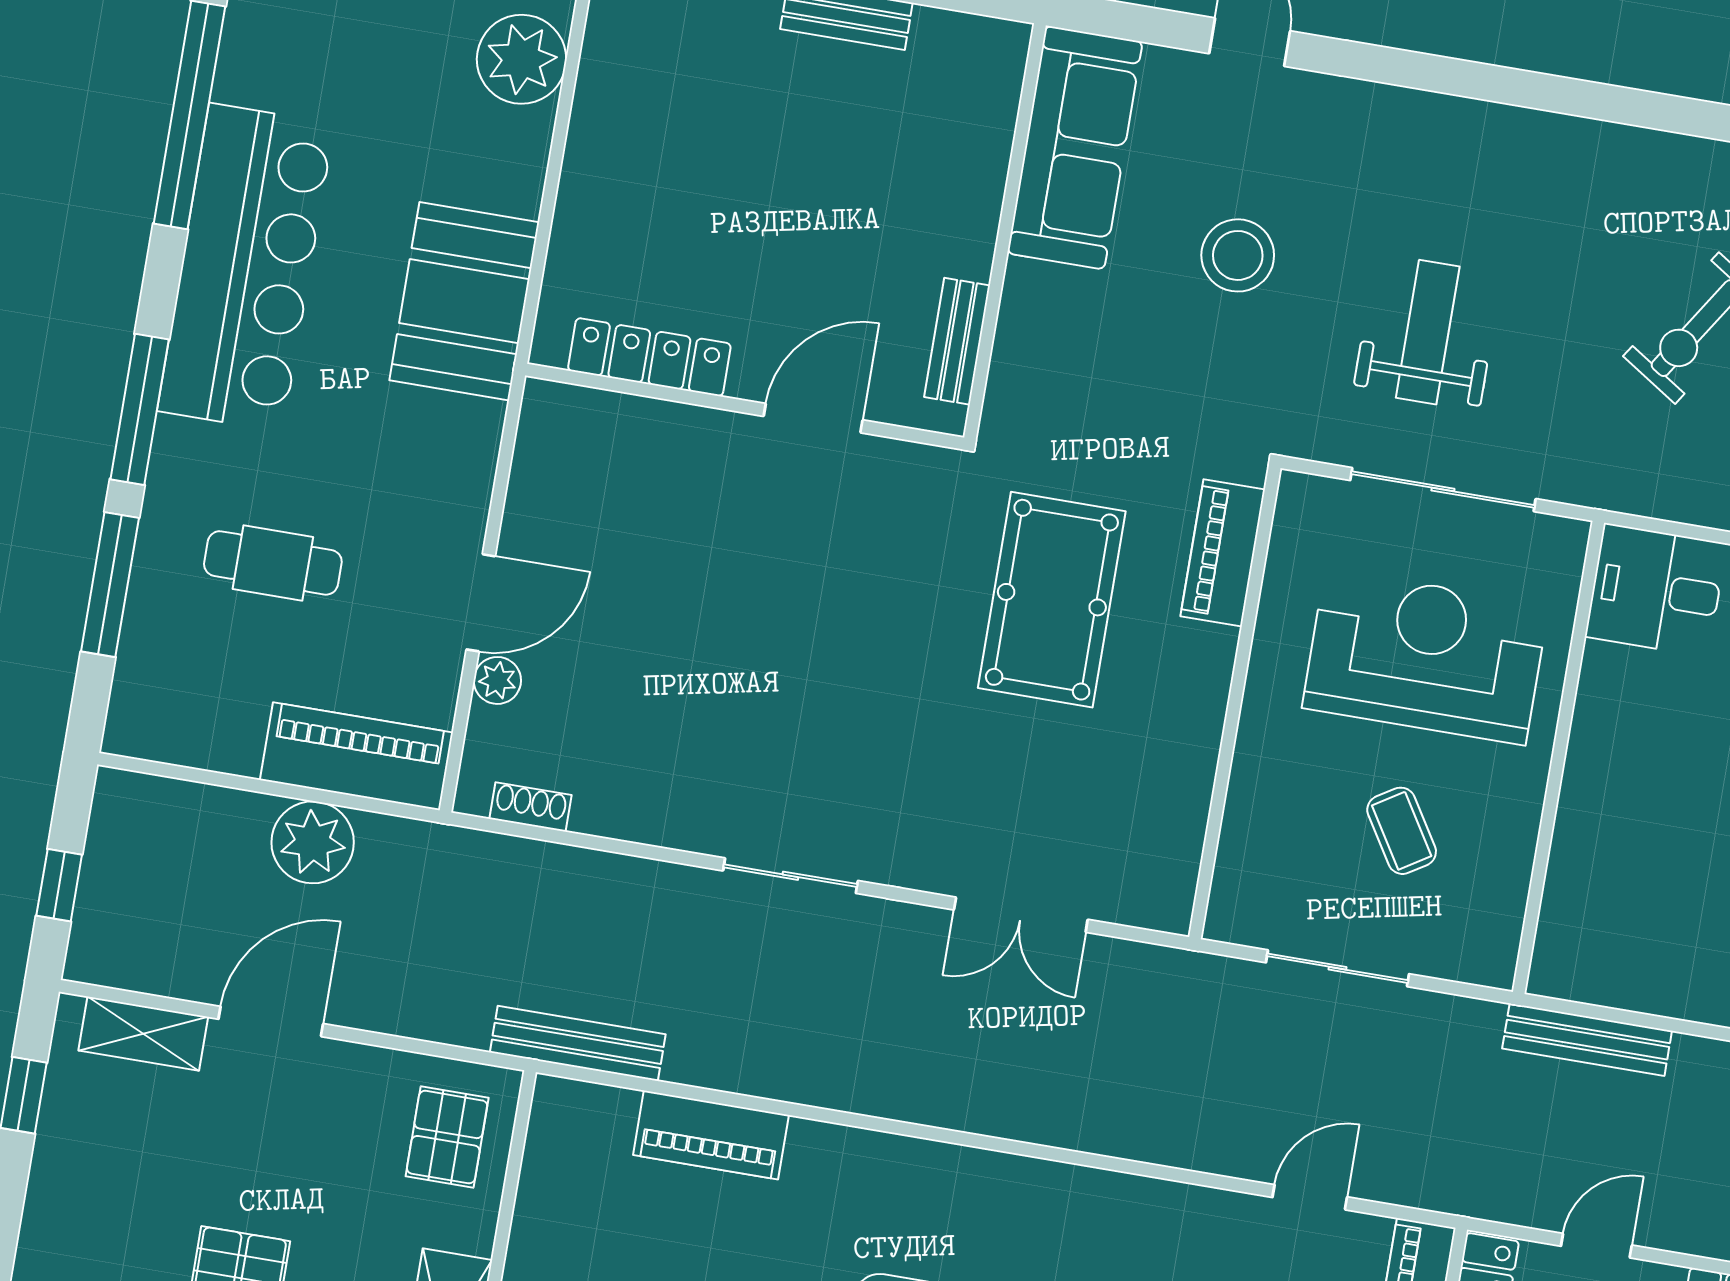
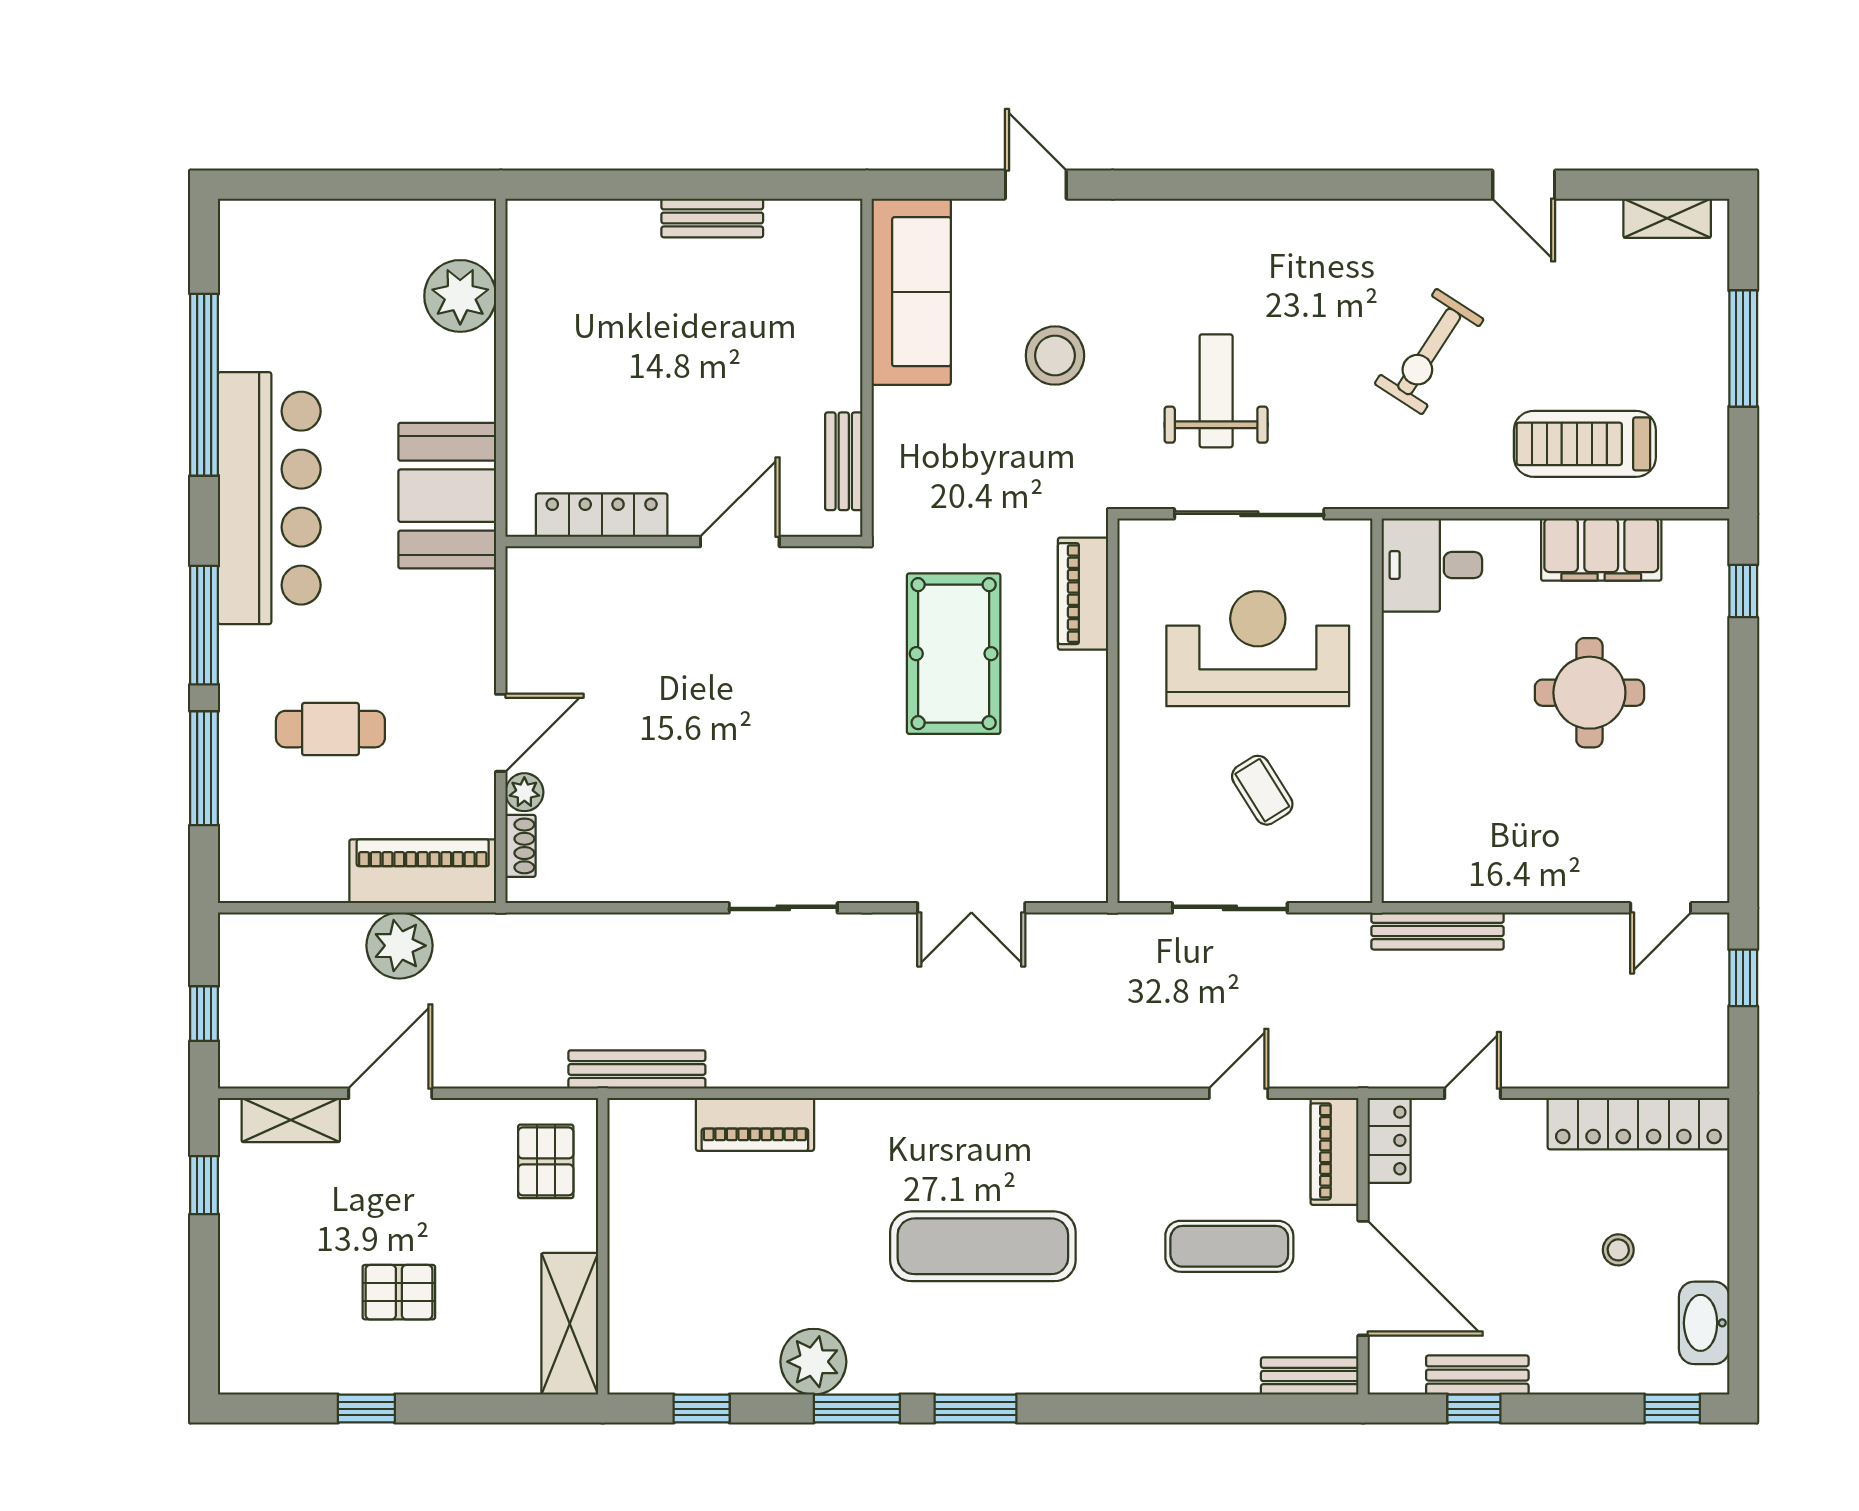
shoe rack: (531, 807) -> (520, 846), moved, turned 90

